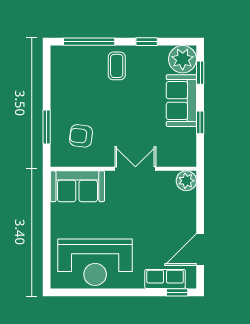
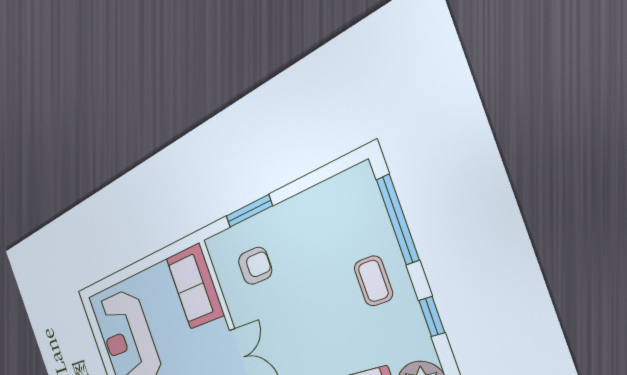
coffee table: (117, 66) -> (373, 281), turned 90
armchair: (81, 136) -> (255, 266), turned 83

